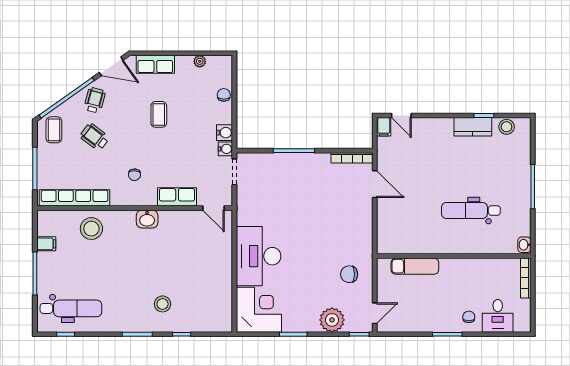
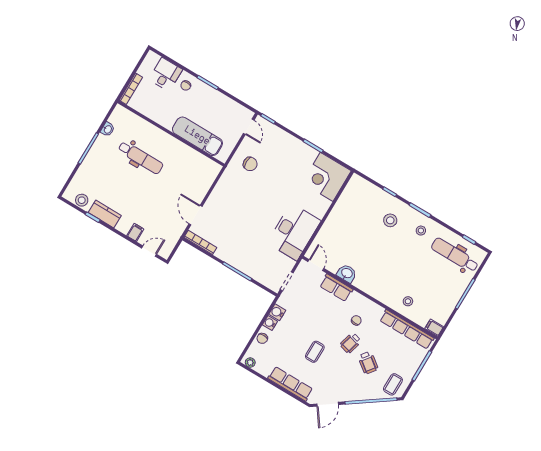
plant: (200, 61) -> (250, 362), moved
row of seats: (155, 64) -> (290, 384), width x1.48
door: (111, 66) -> (328, 404), swing flipped
wheelchair: (95, 100) -> (351, 343), moved
door: (401, 116) -> (149, 251), hinge flipped
filing cabinet: (384, 127) -> (135, 232), moved
water cooler: (225, 149) -> (270, 323), moved
washbasin: (147, 219) -> (347, 273), moved
stool: (91, 229) -> (408, 301), width x0.53, depth x0.53
filing cabinet: (46, 244) -> (434, 328), moved
washbasin: (524, 245) -> (108, 129), moved
desk: (259, 256) -> (294, 232), moved
exam couch: (415, 266) -> (197, 136), width x1.36, depth x1.45
stool: (123, 313) -> (421, 231), added
door: (375, 313) -> (249, 127), swing flipped
plant: (332, 320) -> (281, 140), removed

